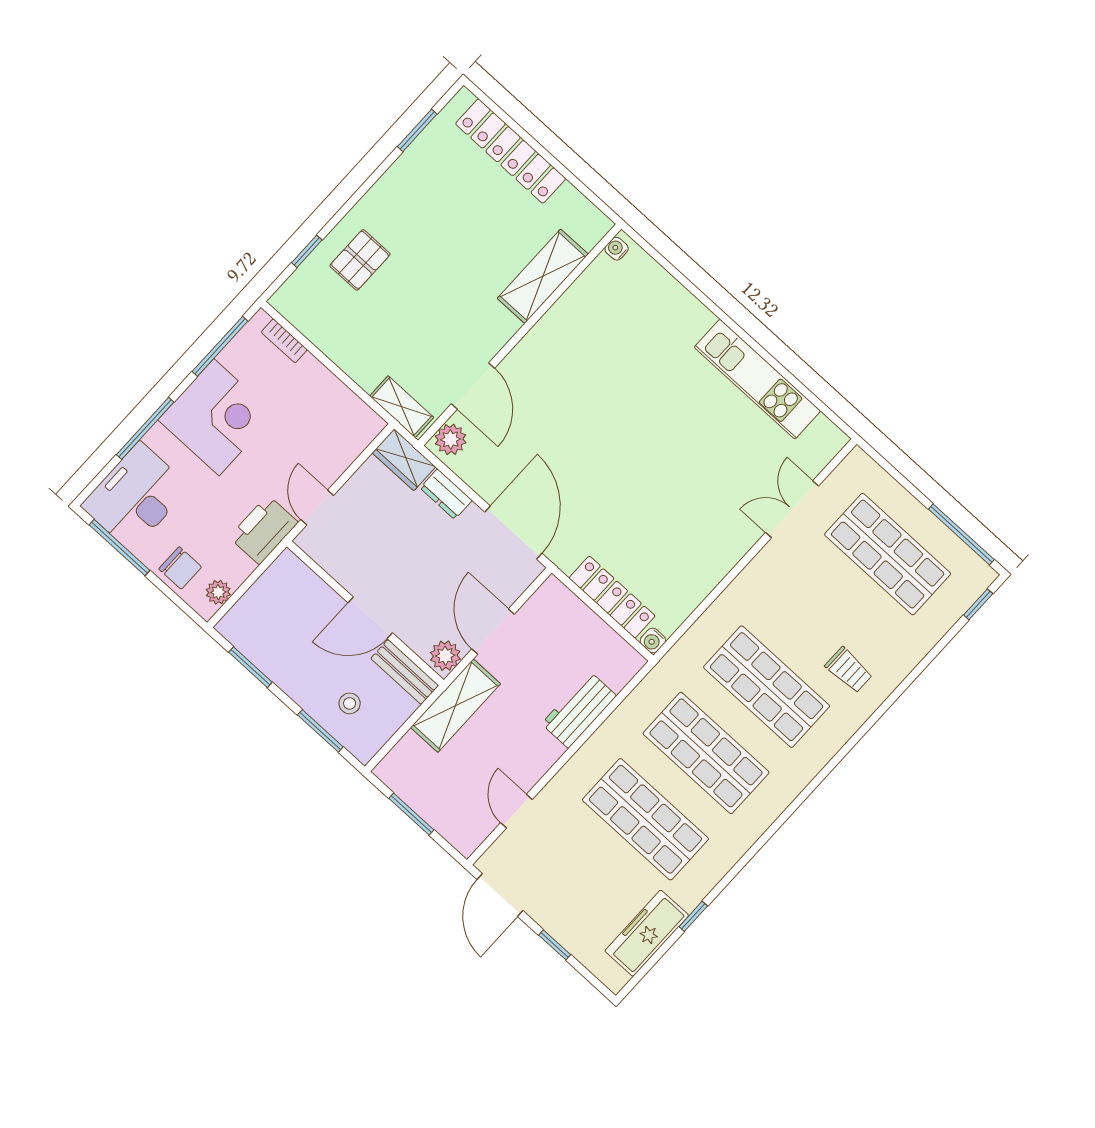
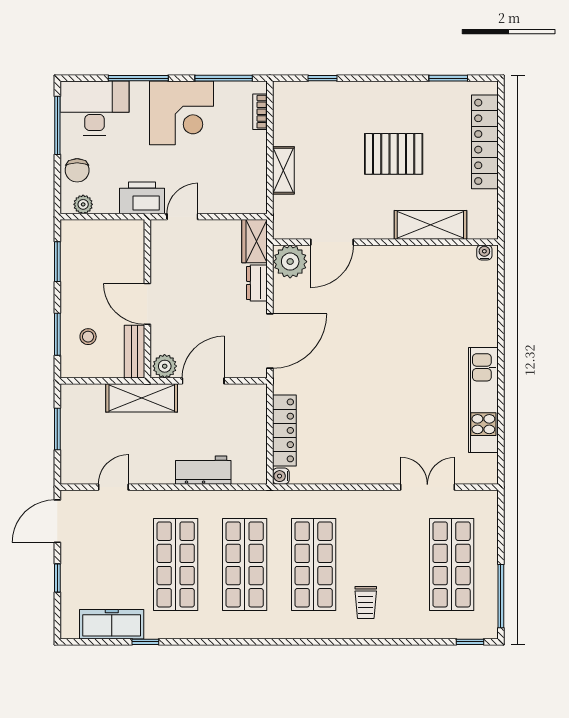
pallet: (360, 260) -> (394, 154), moved, width x1.50, depth x1.42
shelving: (402, 407) -> (283, 170), moved
plant: (451, 439) -> (290, 262), width x1.36, depth x1.36

